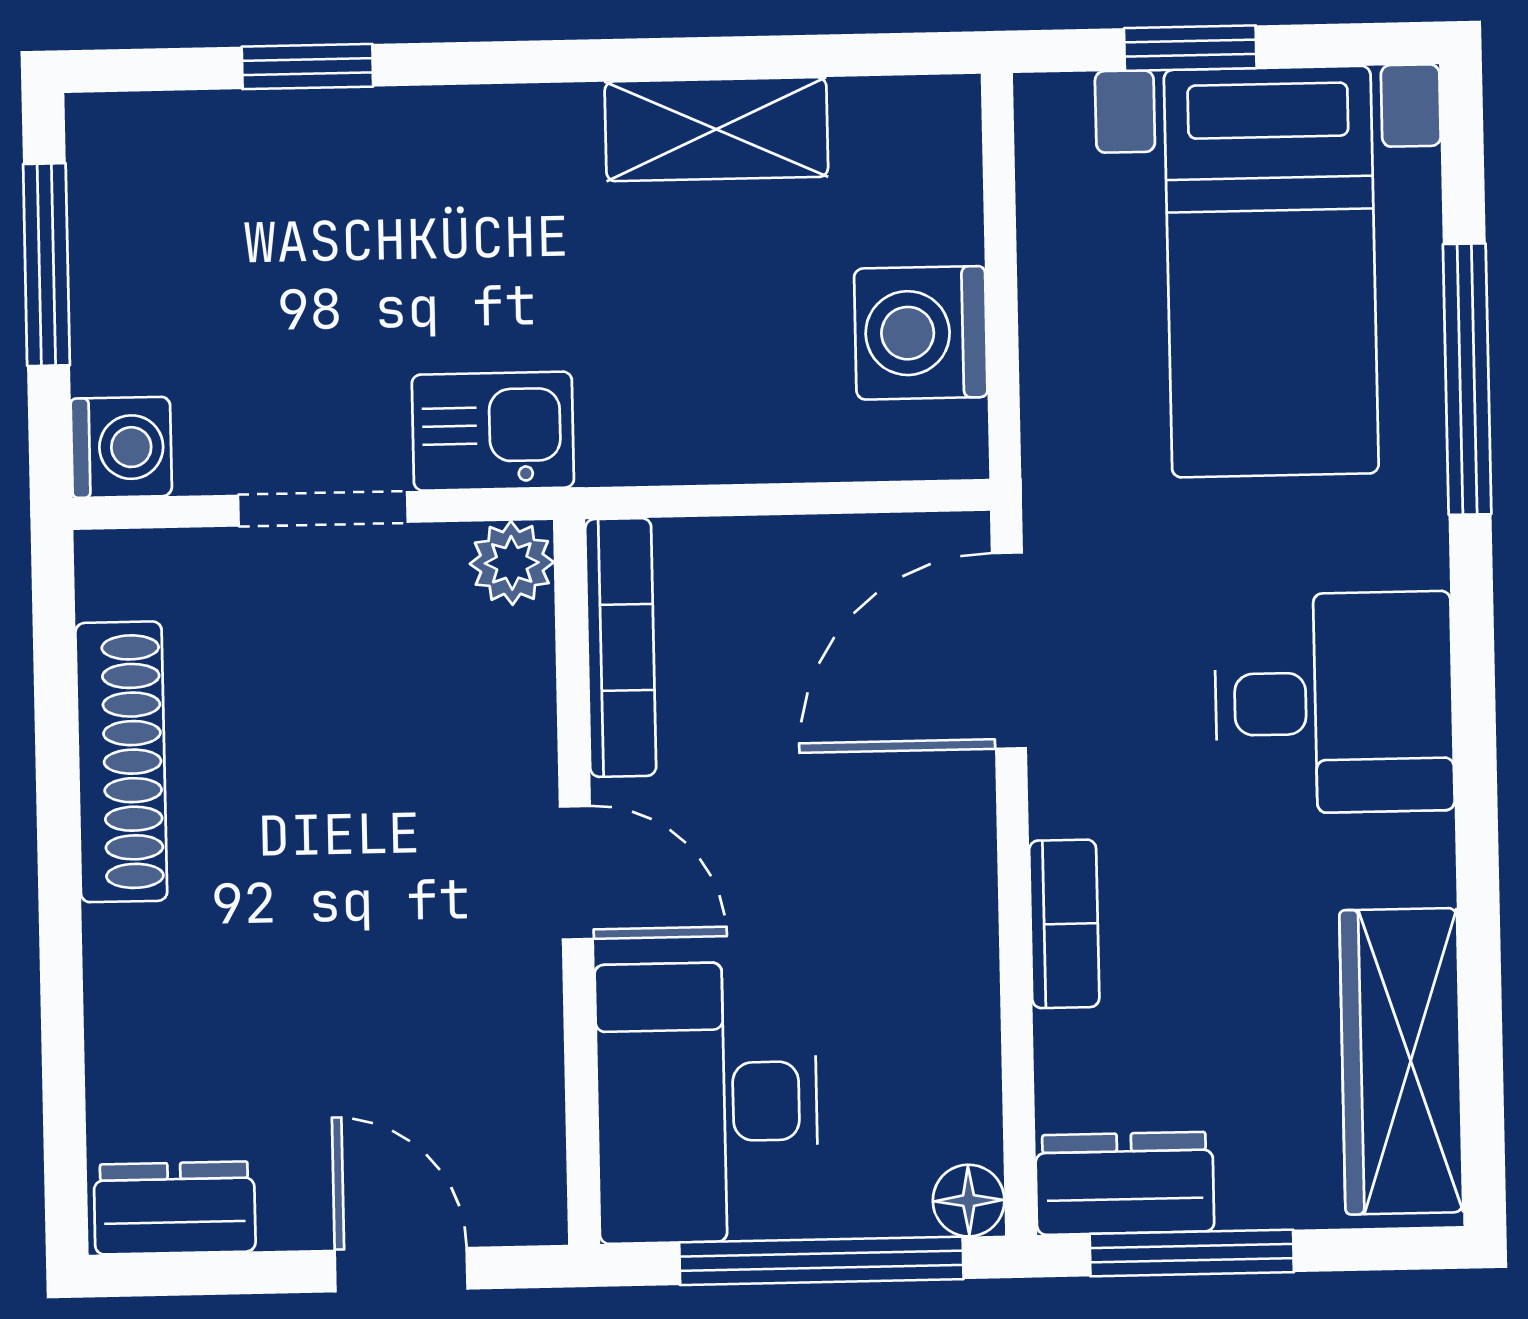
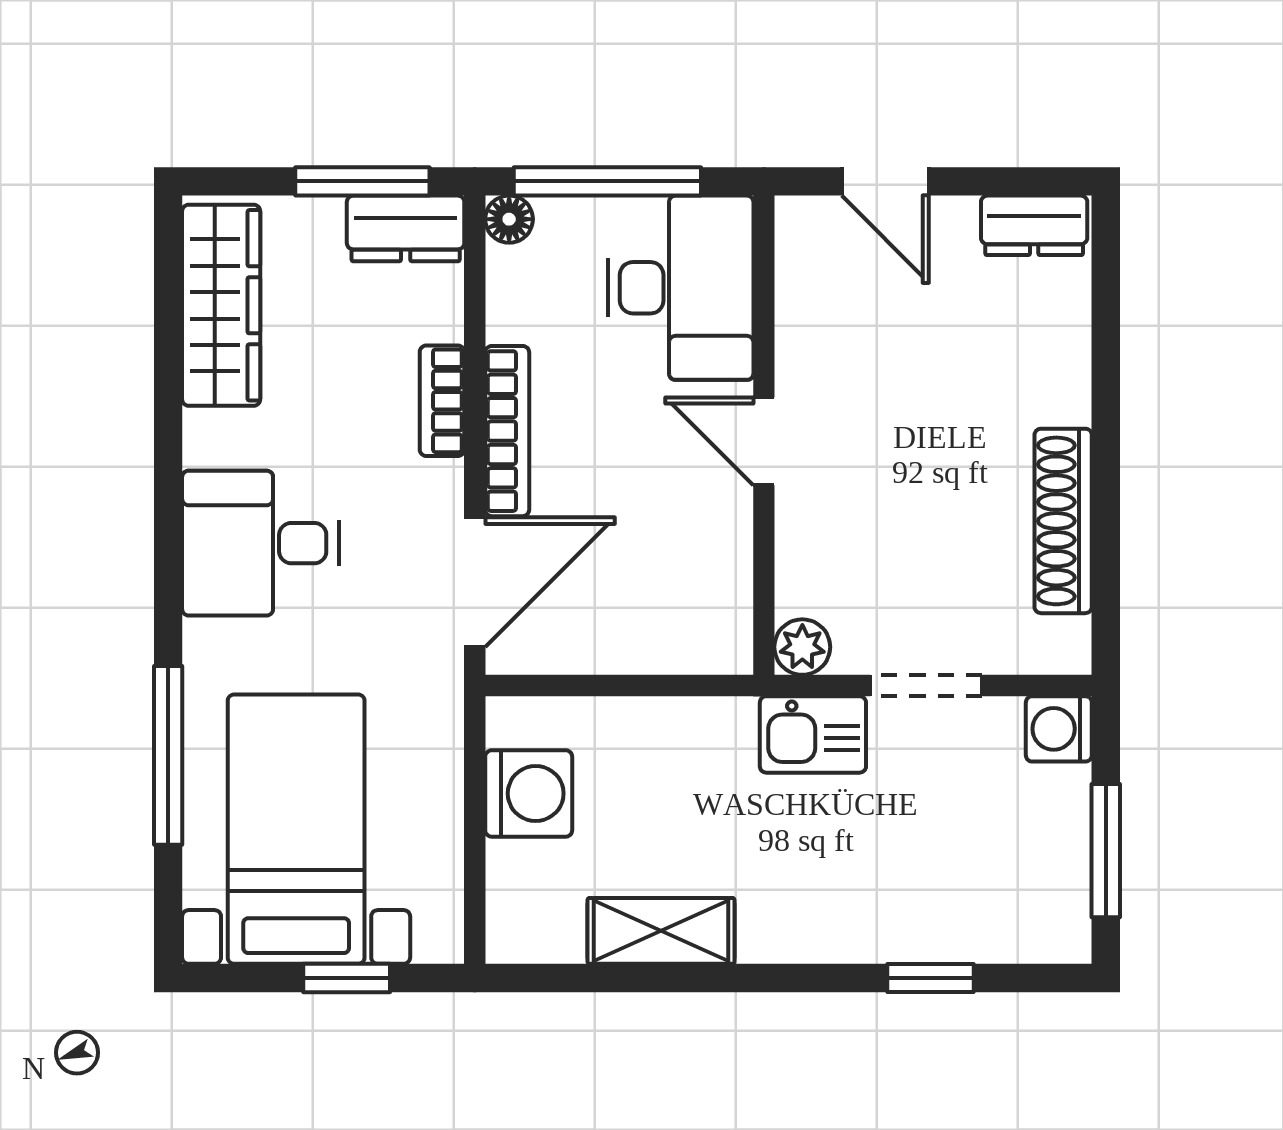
bookcase: (621, 647) -> (507, 431), moved, turned 180

